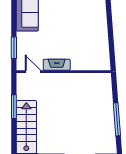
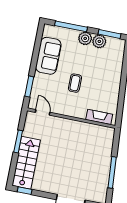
coffee table: (60, 35) -> (75, 83), added
fireplace: (57, 65) -> (99, 117), moved

